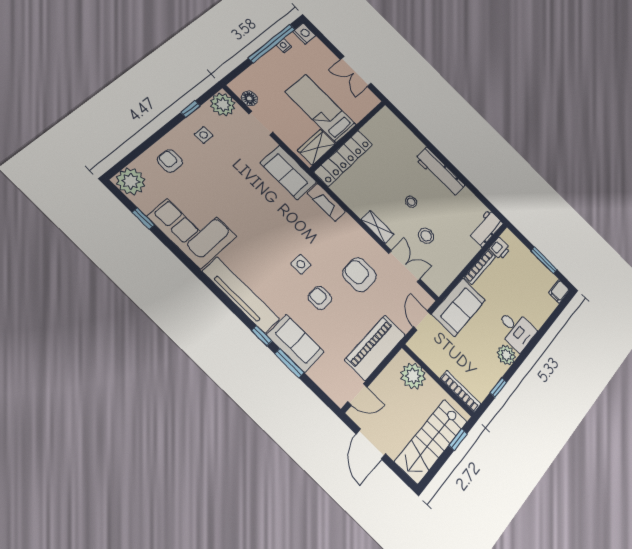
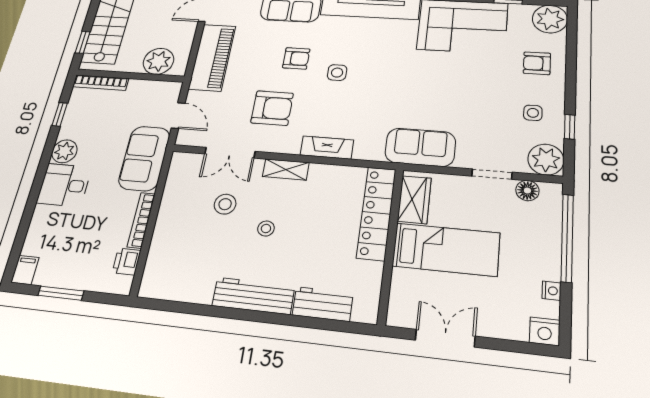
window: (272, 43) -> (567, 238), moved
armchair: (170, 161) -> (537, 63), turned 180
fireplace: (326, 202) -> (327, 148), moved
workbench: (486, 228) -> (323, 304), moved, turned -90

